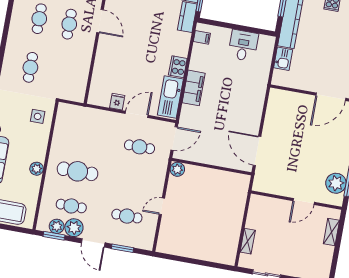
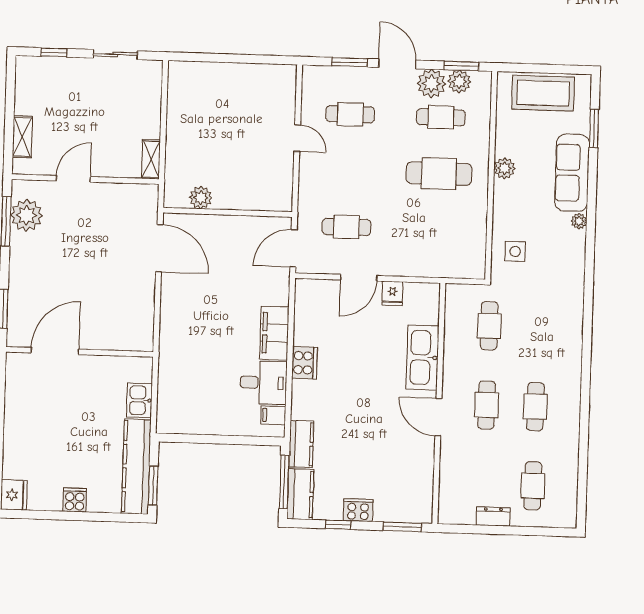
desk: (243, 46) -> (263, 383), moved, turned -90
cafe table: (30, 67) -> (489, 326), moved
kitchen sink: (170, 97) -> (422, 357), moved, turned 180
plant: (177, 169) -> (201, 198), moved
door: (162, 206) -> (297, 138), hinge flipped
shelving: (248, 241) -> (151, 159), moved

